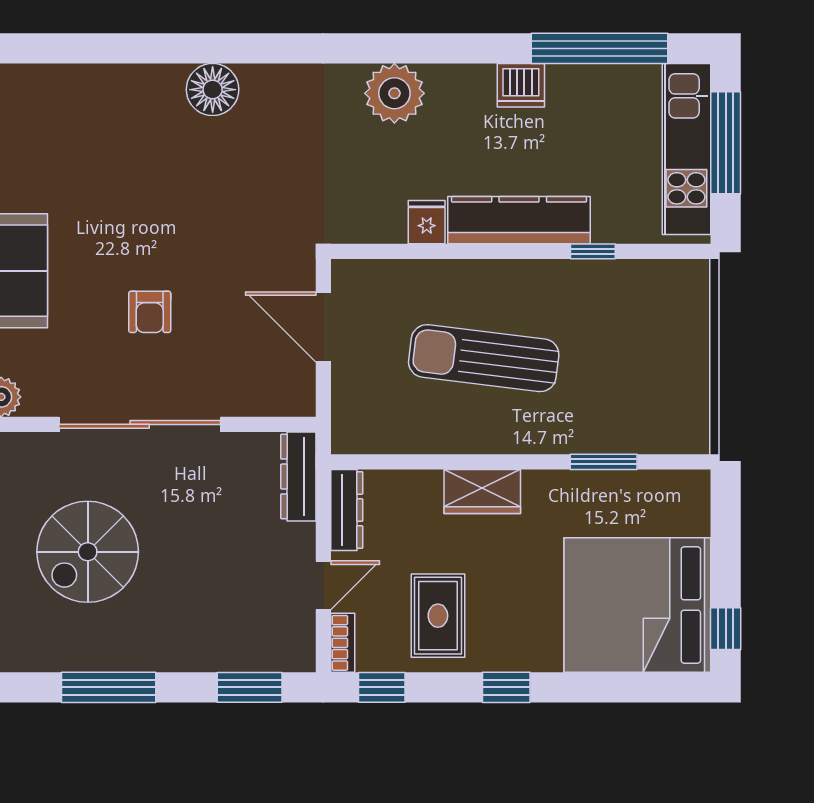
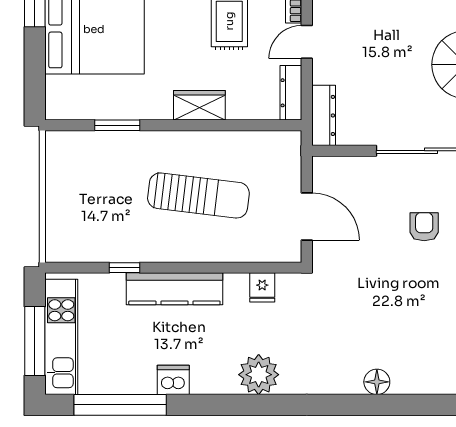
floor lamp: (213, 90) -> (377, 382), width x0.73, depth x0.73
fridge: (427, 222) -> (262, 287), moved

